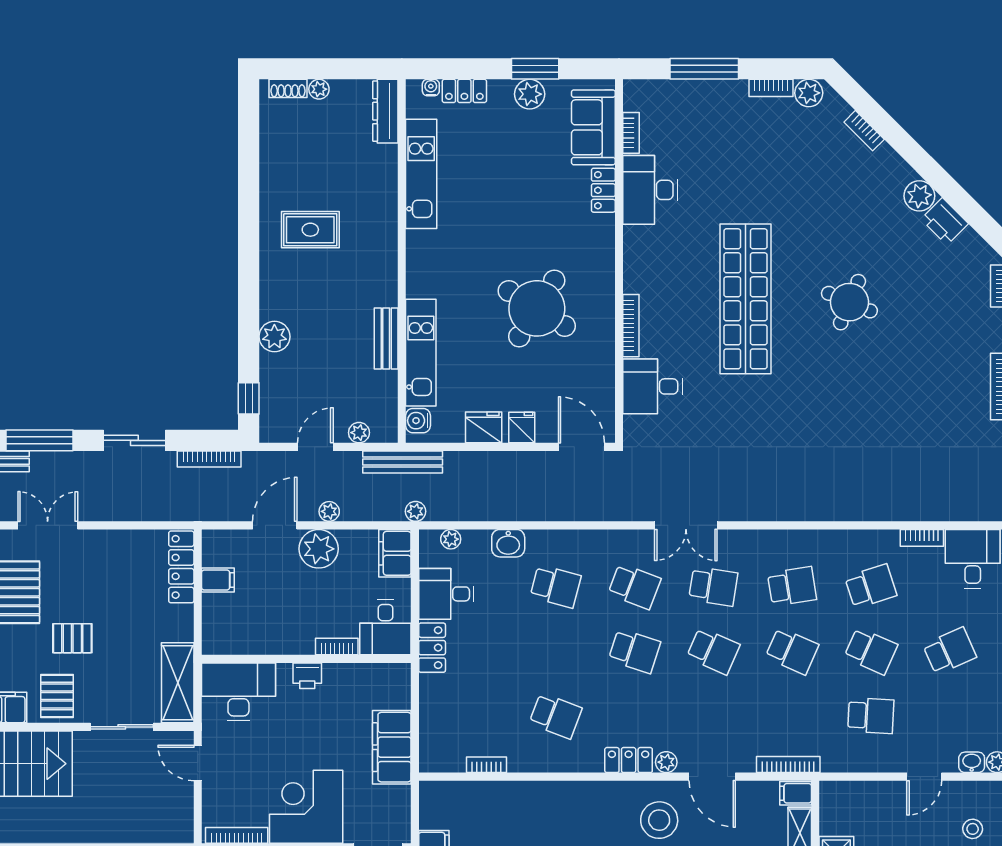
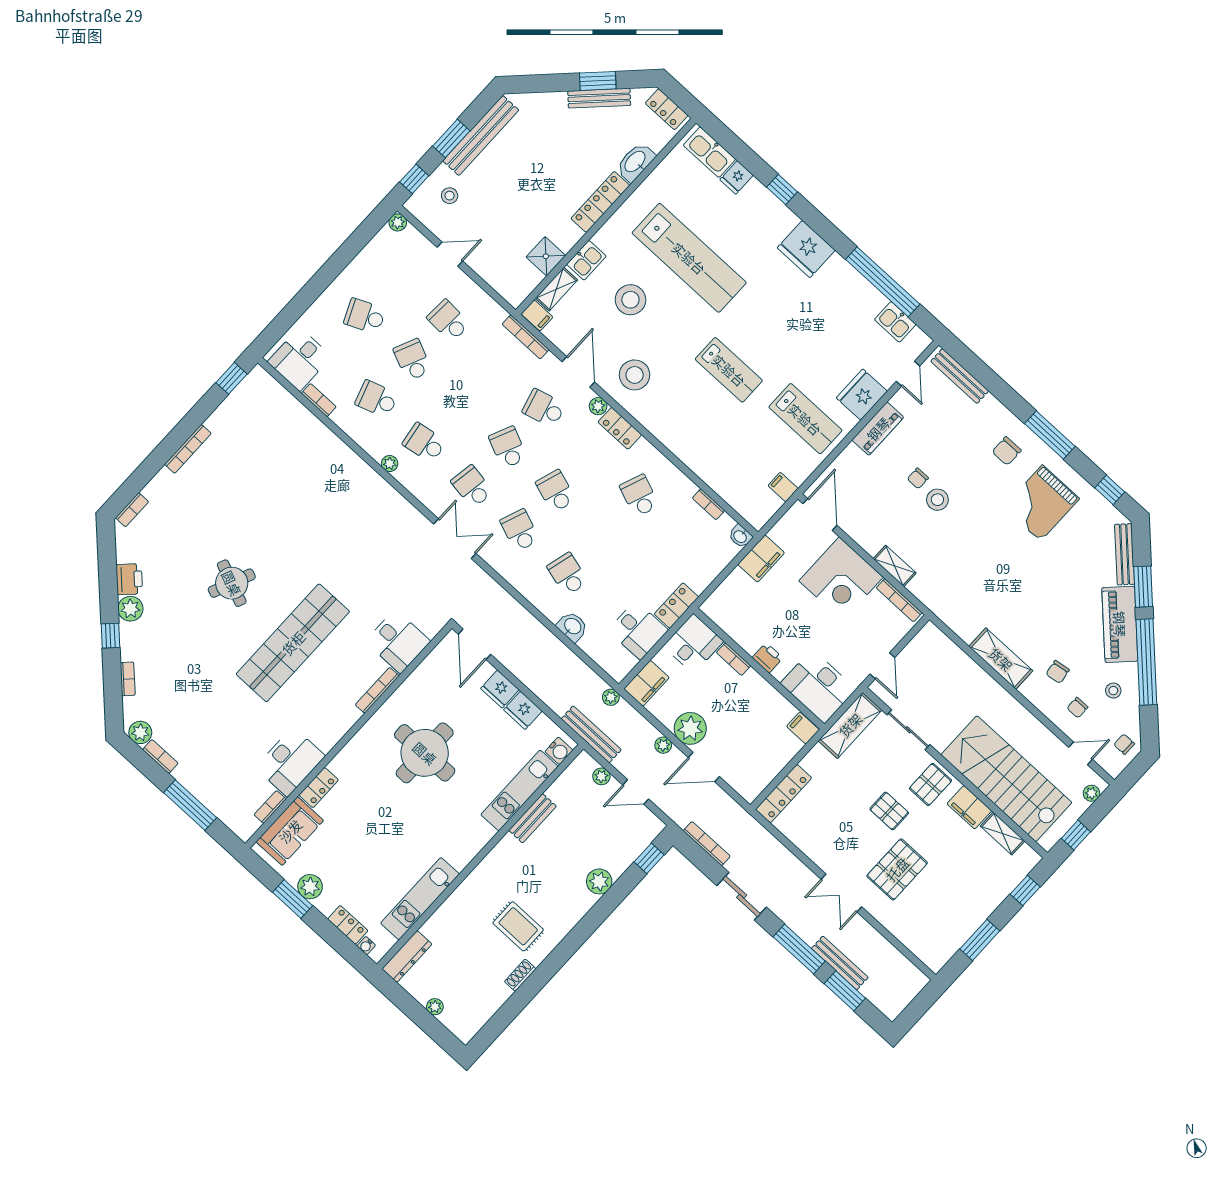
shoe rack: (288, 88) -> (520, 975), moved, turned -90
window: (915, 155) -> (110, 636), added
round table: (537, 308) -> (425, 753), turned -32
fridge: (522, 427) -> (500, 689), width x1.38
plant: (451, 539) -> (390, 464), moved
filing cabinet: (218, 580) -> (803, 728), moved
school desk: (792, 651) -> (544, 408), moved, turned -39
filing cabinet: (392, 747) -> (761, 559), width x0.67, depth x0.86
washbasin: (972, 762) -> (740, 536), moved

